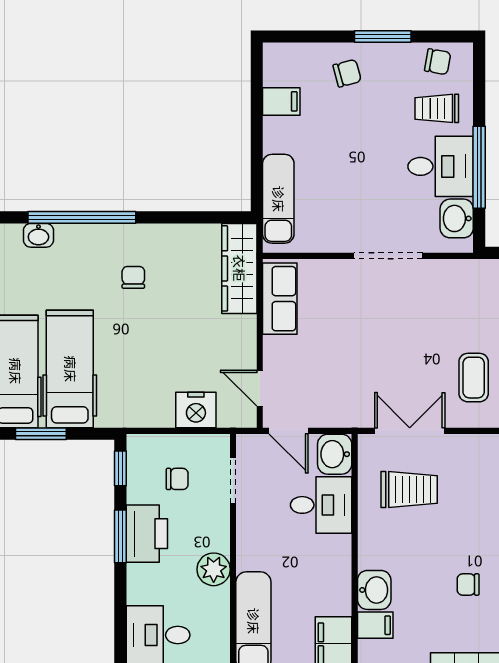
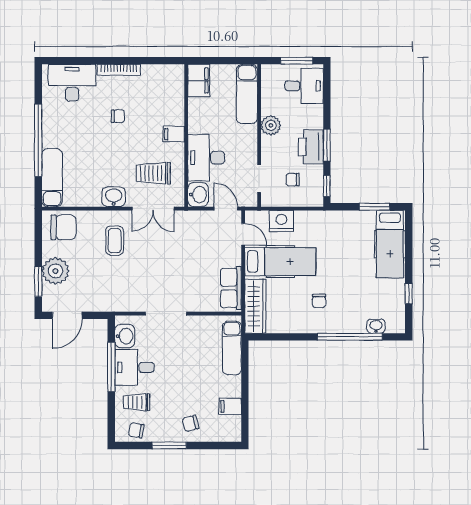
trolley: (437, 108) -> (137, 402), turned 180
hospital bed: (70, 369) -> (280, 262), moved, turned -90
desk: (321, 505) -> (206, 158), width x1.37
washbasin: (374, 590) -> (114, 197), moved, turned 90
filing cabinet: (375, 625) -> (174, 134), moved

